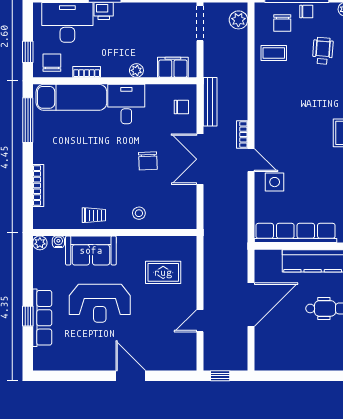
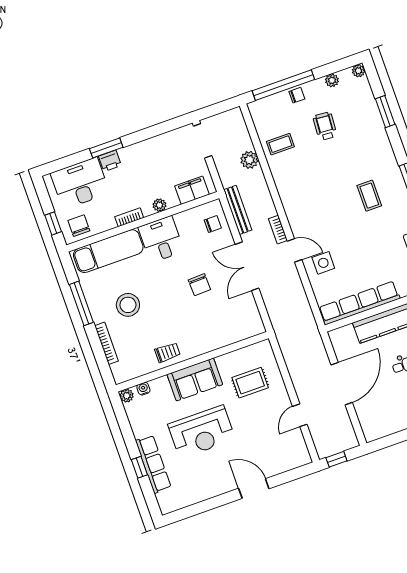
plant: (238, 20) -> (249, 160), moved
chair: (282, 23) -> (279, 114), removed
bookcase: (87, 72) -> (129, 217), moved
window: (28, 120) -> (81, 303), moved
stool: (139, 213) -> (128, 305), moved, width x1.89, depth x1.89
sofa: (91, 250) -> (195, 379), moved

